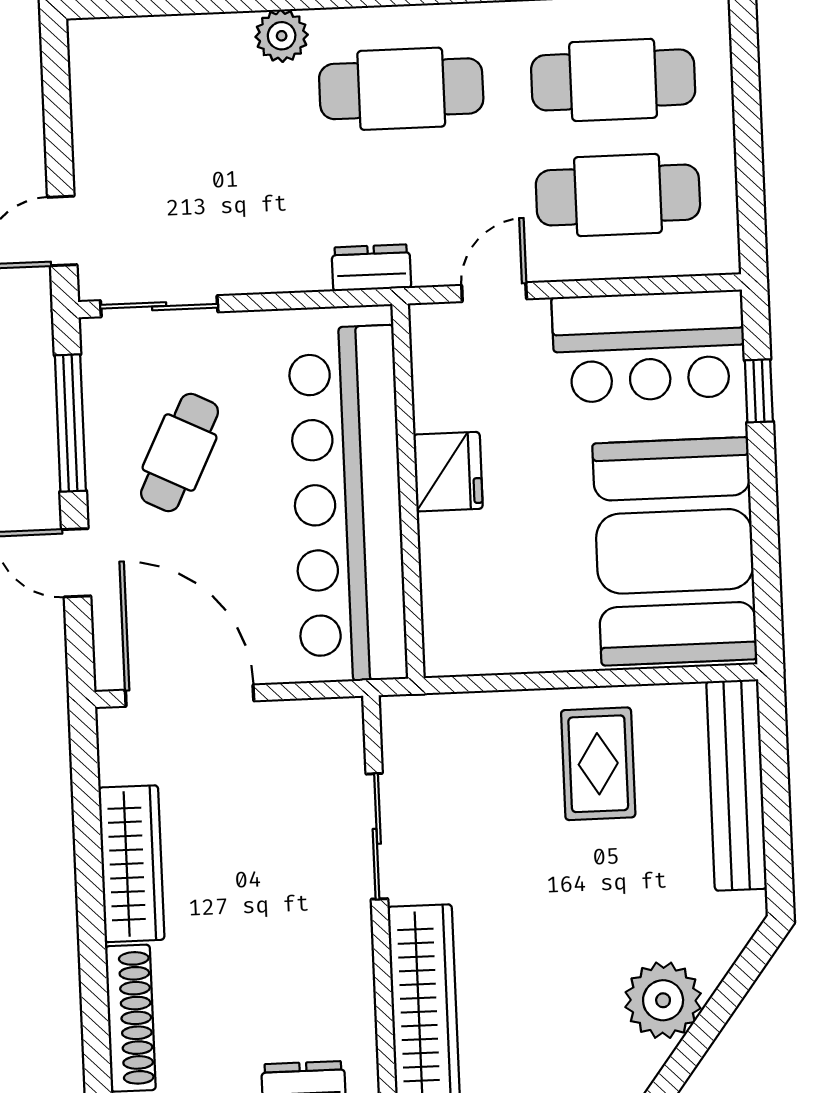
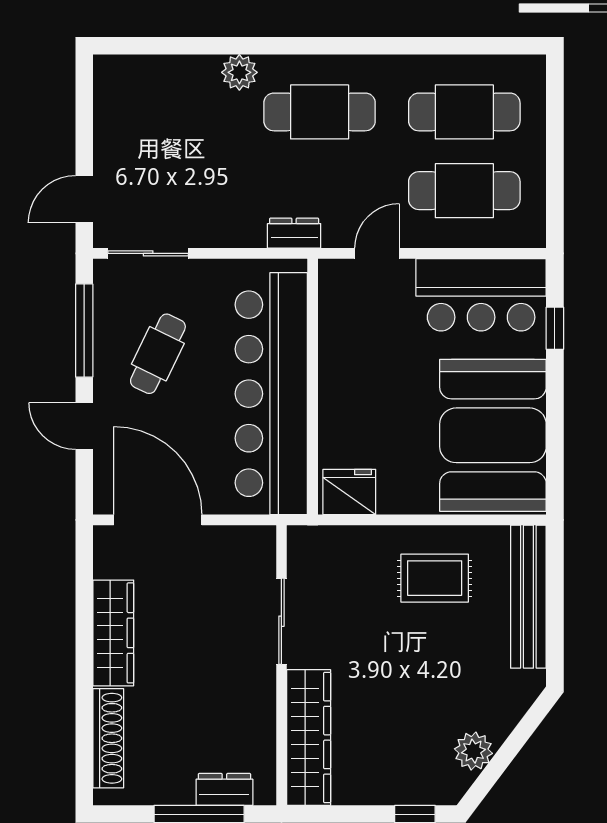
fridge: (448, 472) -> (349, 492), moved, turned -90
rug: (598, 764) -> (435, 578), turned 90
plant: (663, 1000) -> (473, 751), width x0.73, depth x0.73

